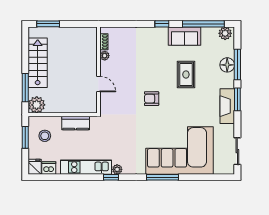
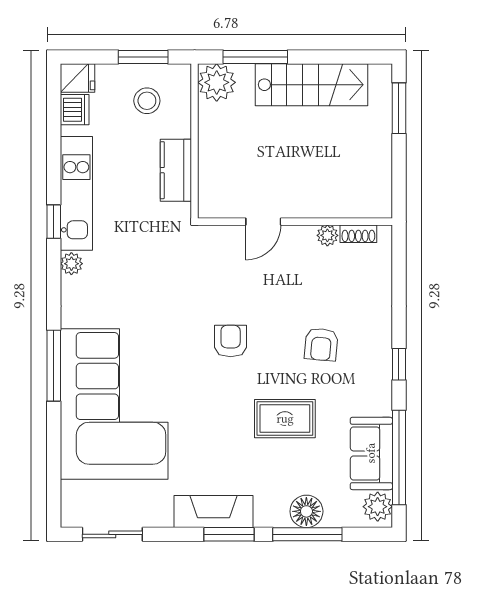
sofa: (185, 36) -> (371, 453), moved
armchair: (153, 58) -> (321, 344), added
window: (111, 177) -> (54, 222), moved

